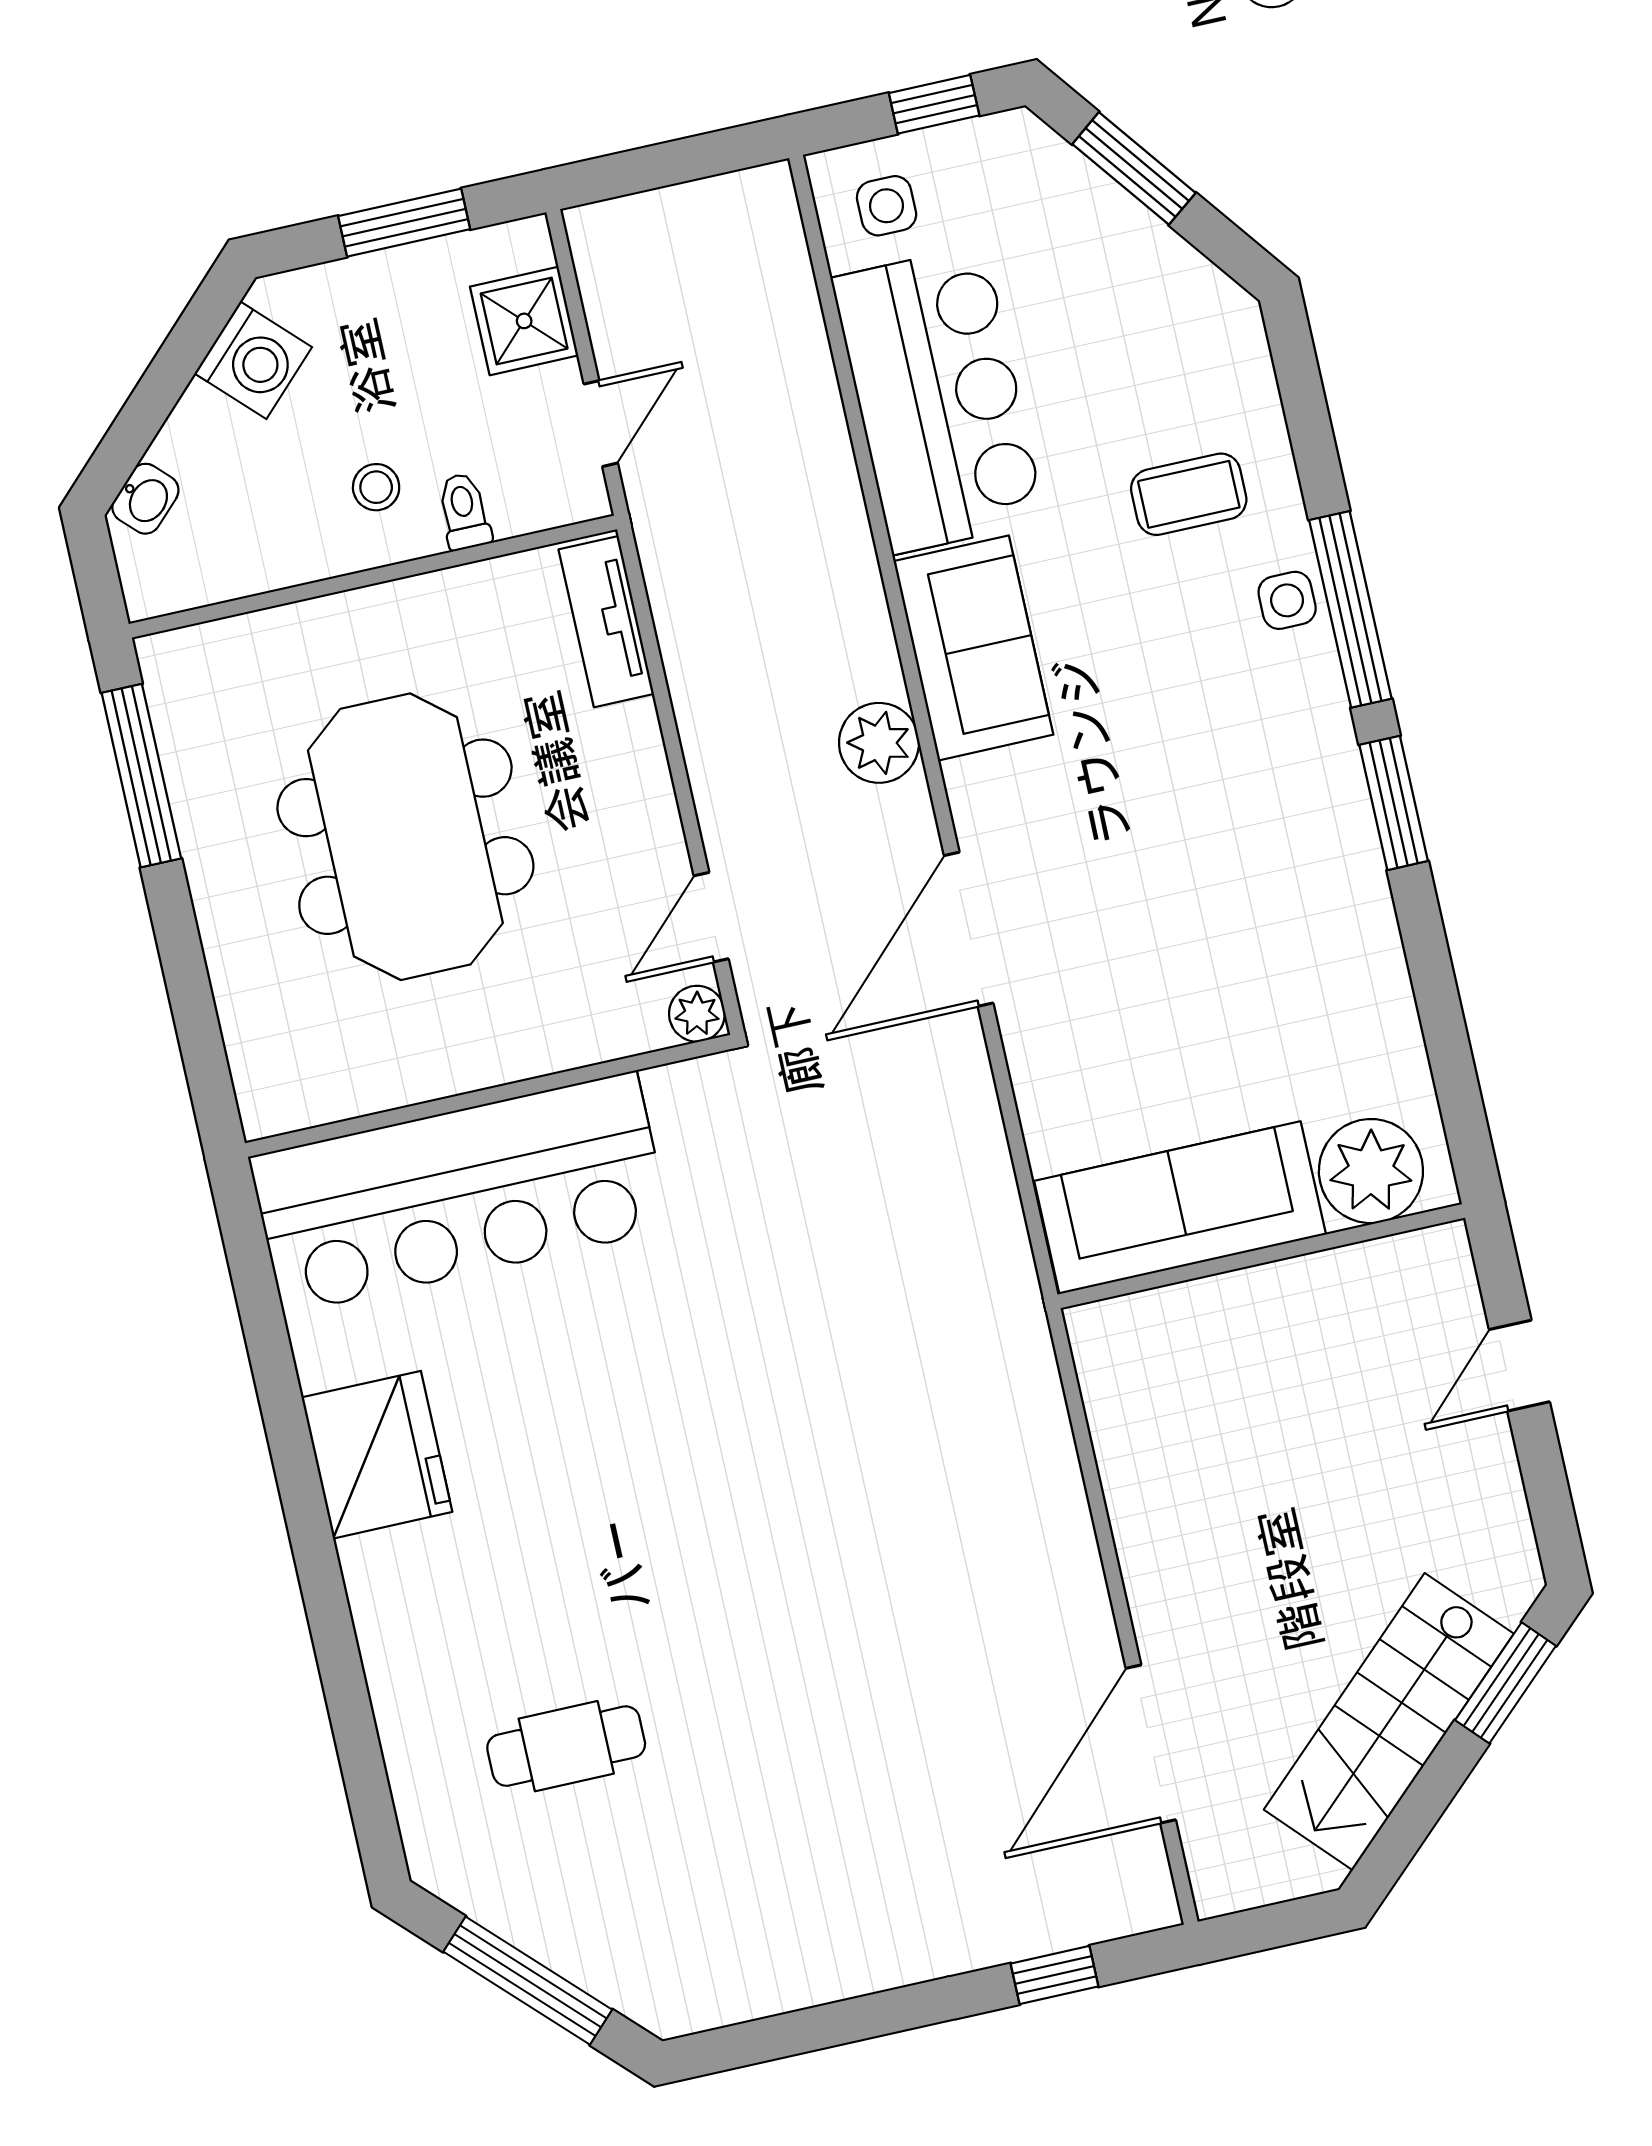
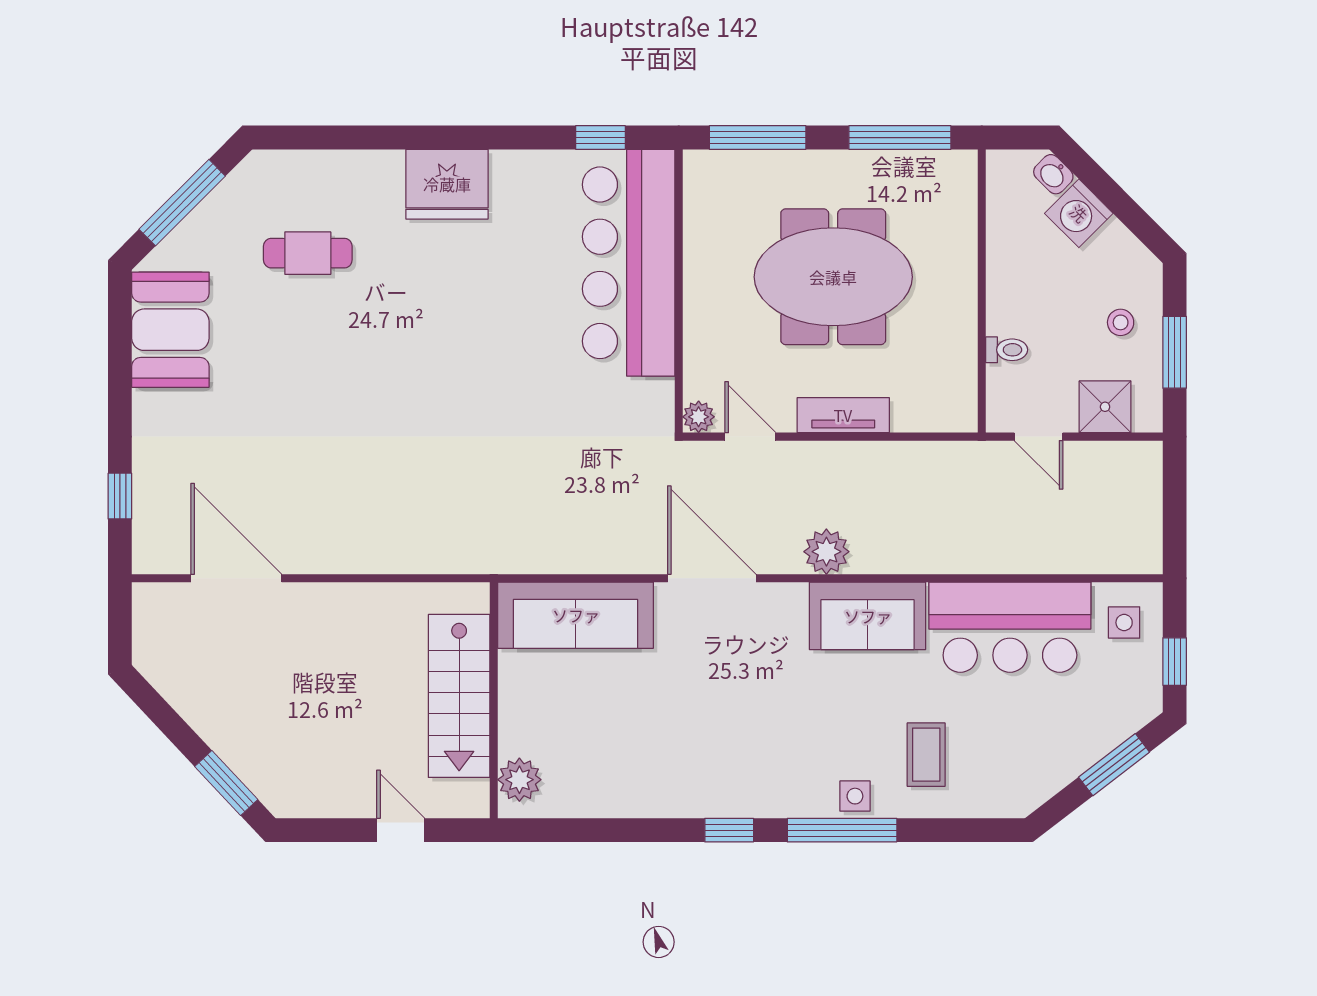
washing machine: (253, 360) -> (1079, 213), moved
stool: (376, 487) -> (1121, 322), moved
tv unit: (606, 622) -> (843, 415), moved
window: (1394, 803) -> (729, 830), width x0.67
window: (196, 1020) -> (758, 138), added
plant: (1371, 1171) -> (519, 780), width x0.73, depth x0.73
sofa: (1180, 1208) -> (576, 615), moved, turned 90
window: (256, 1289) -> (600, 138), added
fridge: (377, 1455) -> (447, 184), moved
stairs: (1389, 1722) -> (459, 696), moved, turned -137
cafe table: (566, 1746) -> (308, 253), turned 90
booth: (750, 1952) -> (170, 330), added

